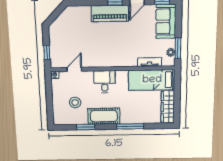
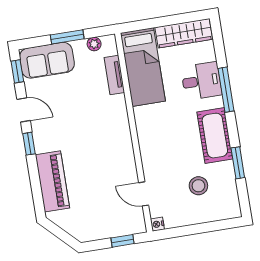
piano: (110, 13) -> (53, 181), moved
window: (178, 48) -> (67, 37), moved
desk: (105, 82) -> (201, 81), moved, turned 180

